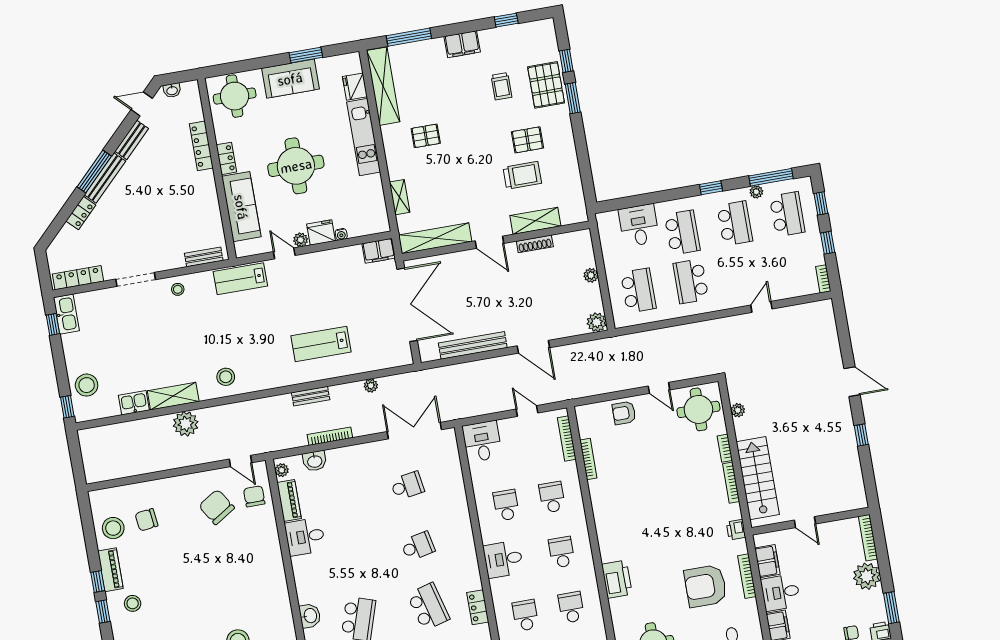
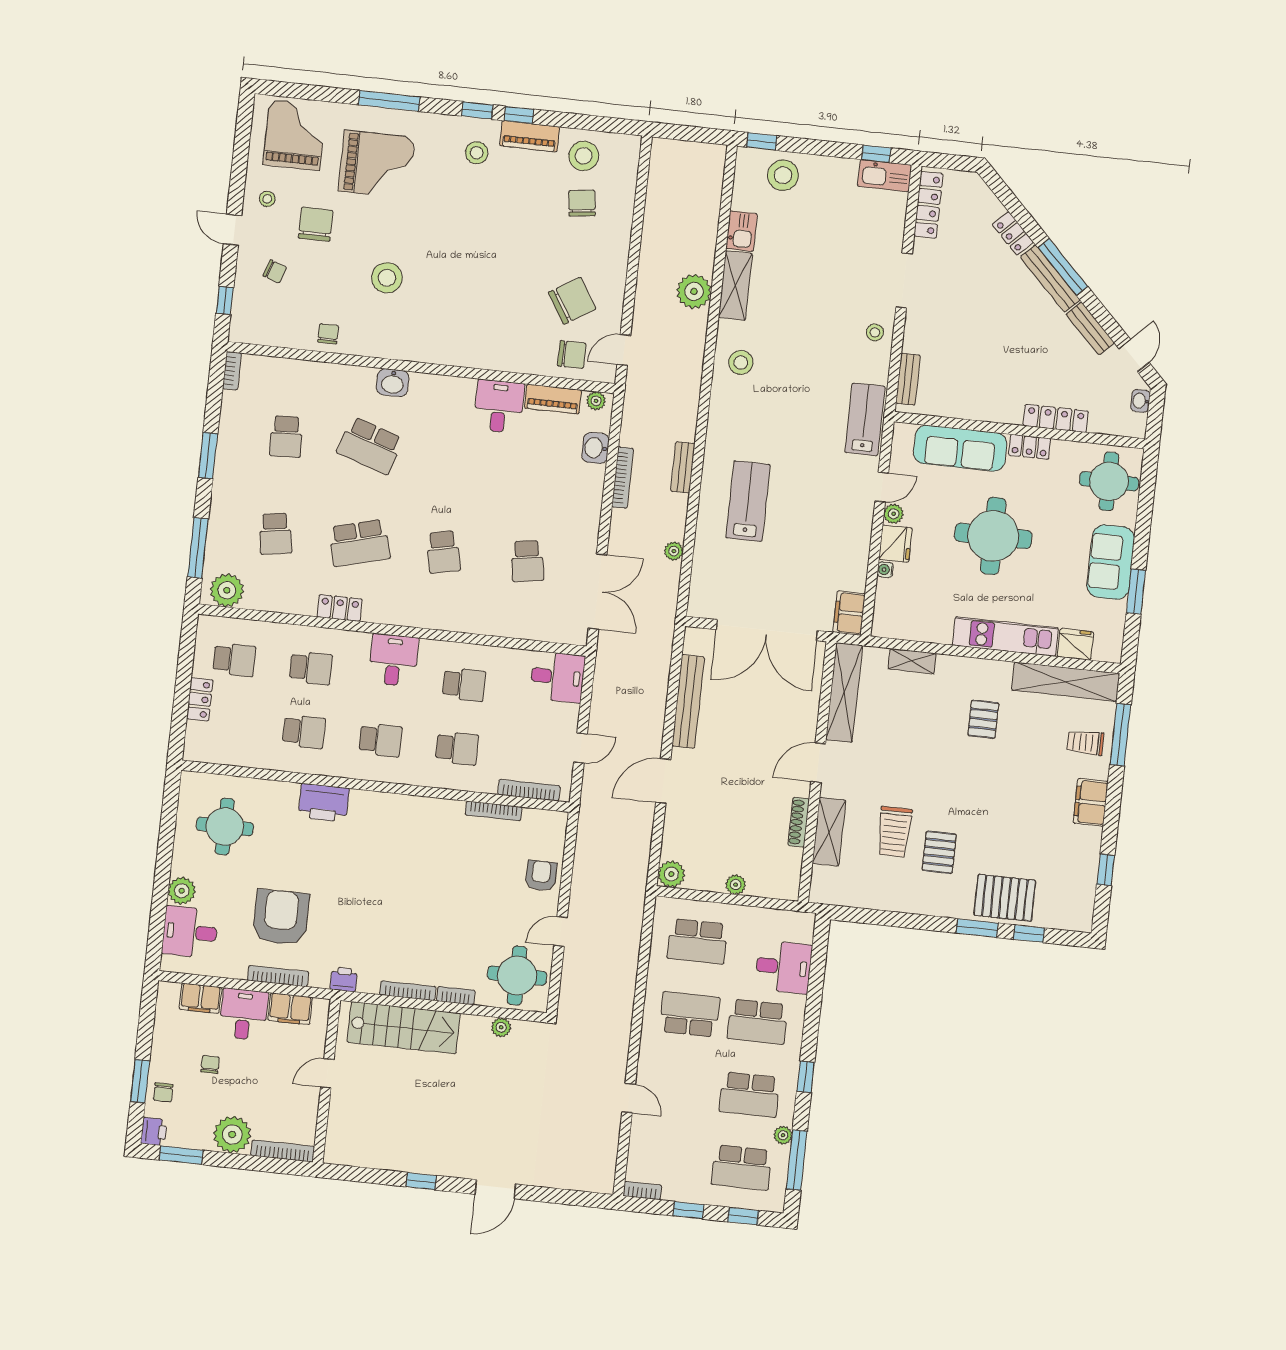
trolley: (501, 86) -> (1085, 743), moved
chair: (822, 606) -> (210, 1064), added

